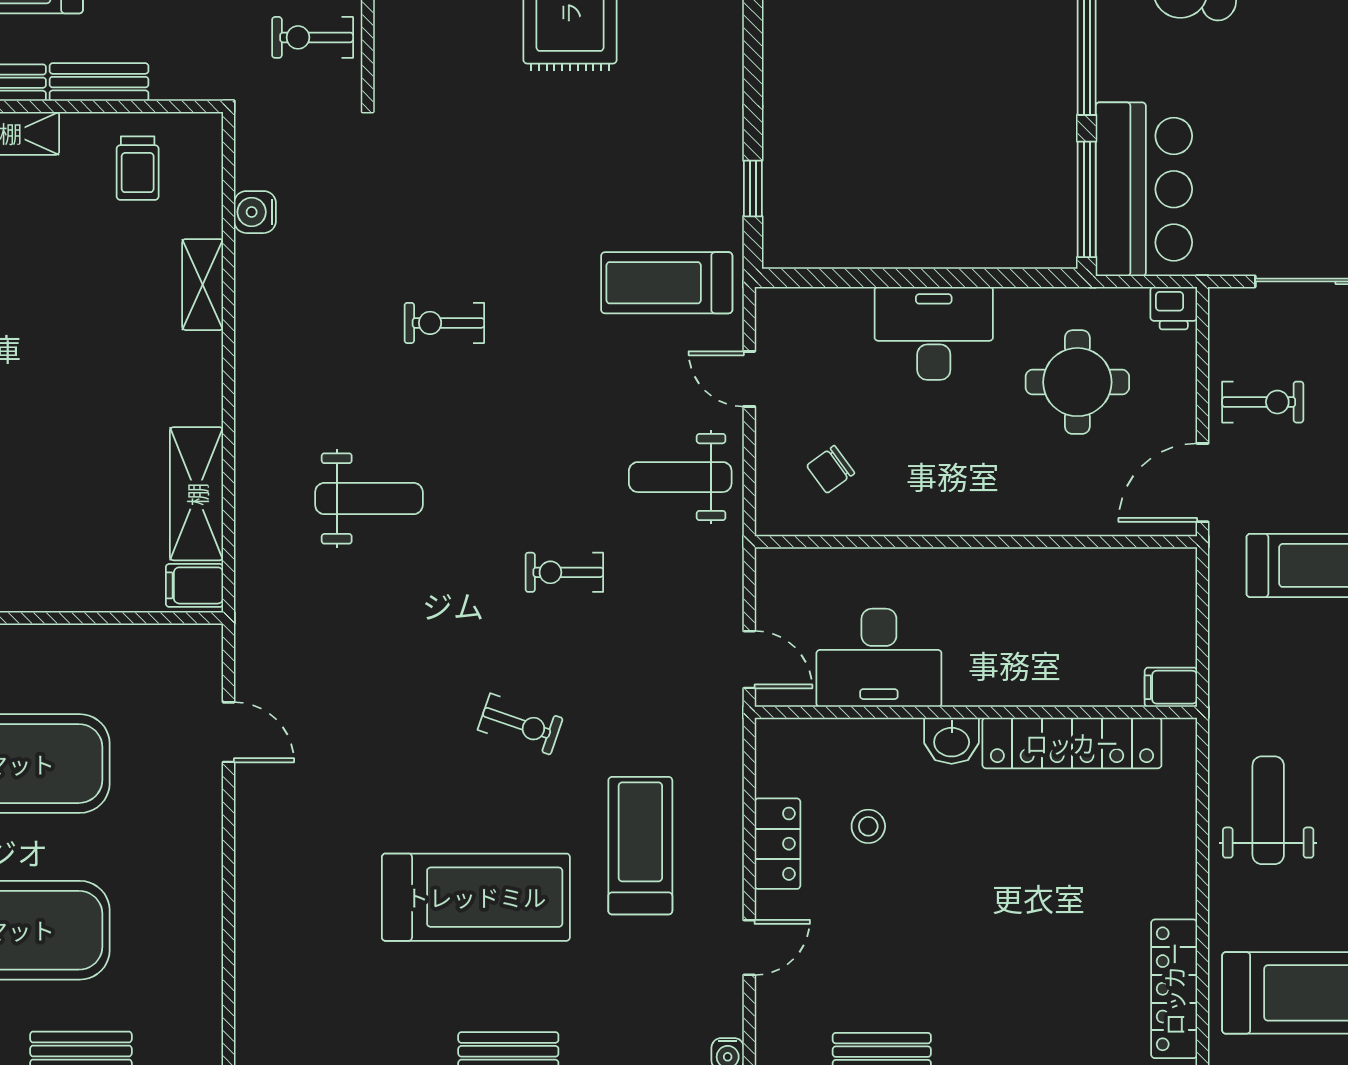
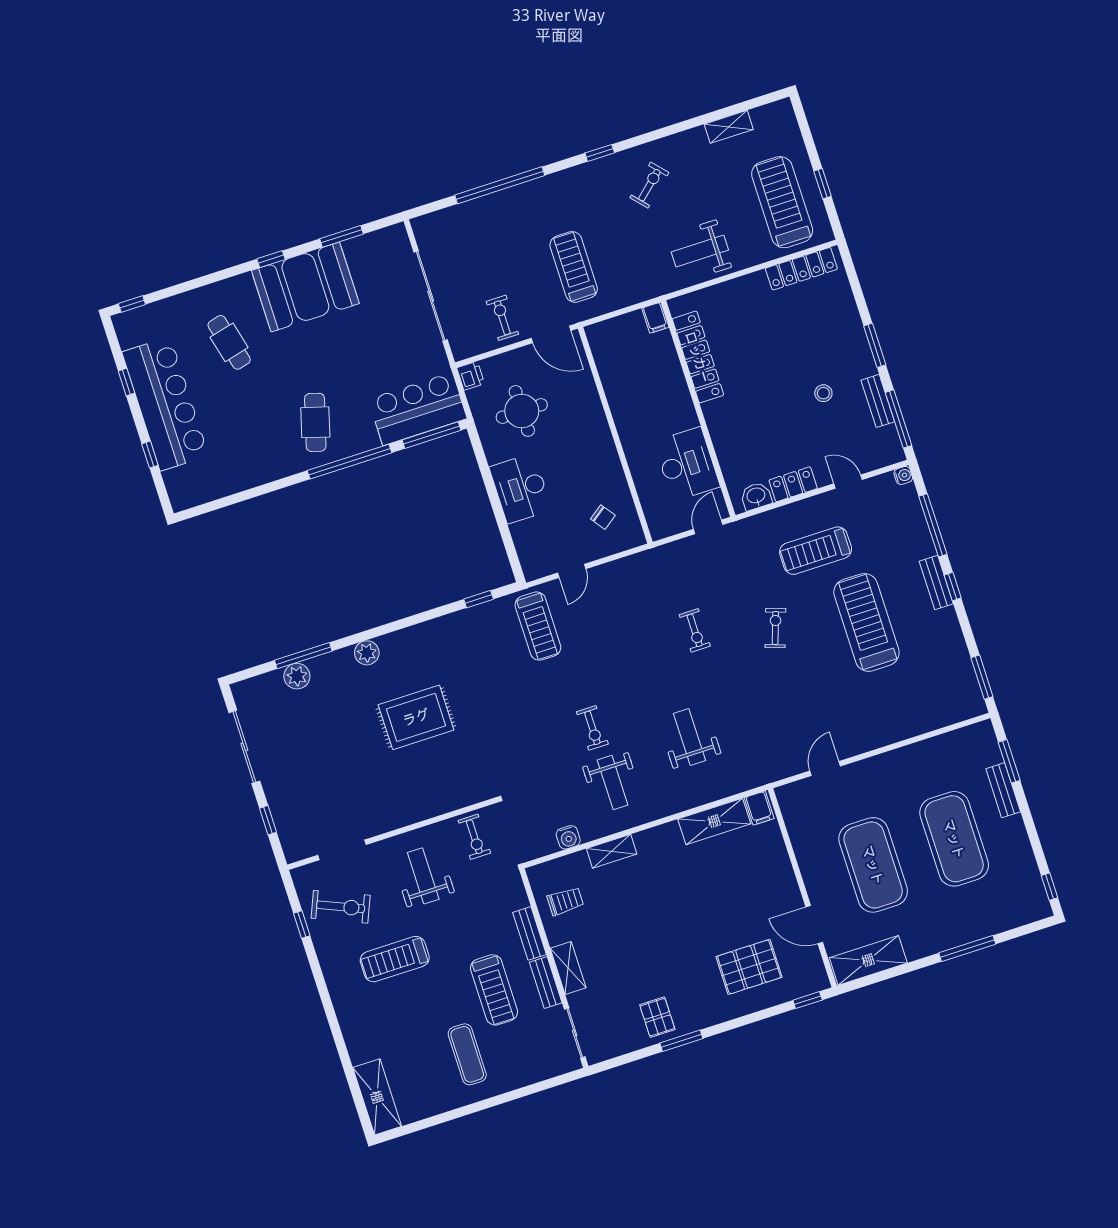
weight bench: (680, 477) -> (613, 783), moved
washbasin: (952, 741) -> (756, 496), moved, turned -90
stool: (868, 826) -> (823, 393), moved

